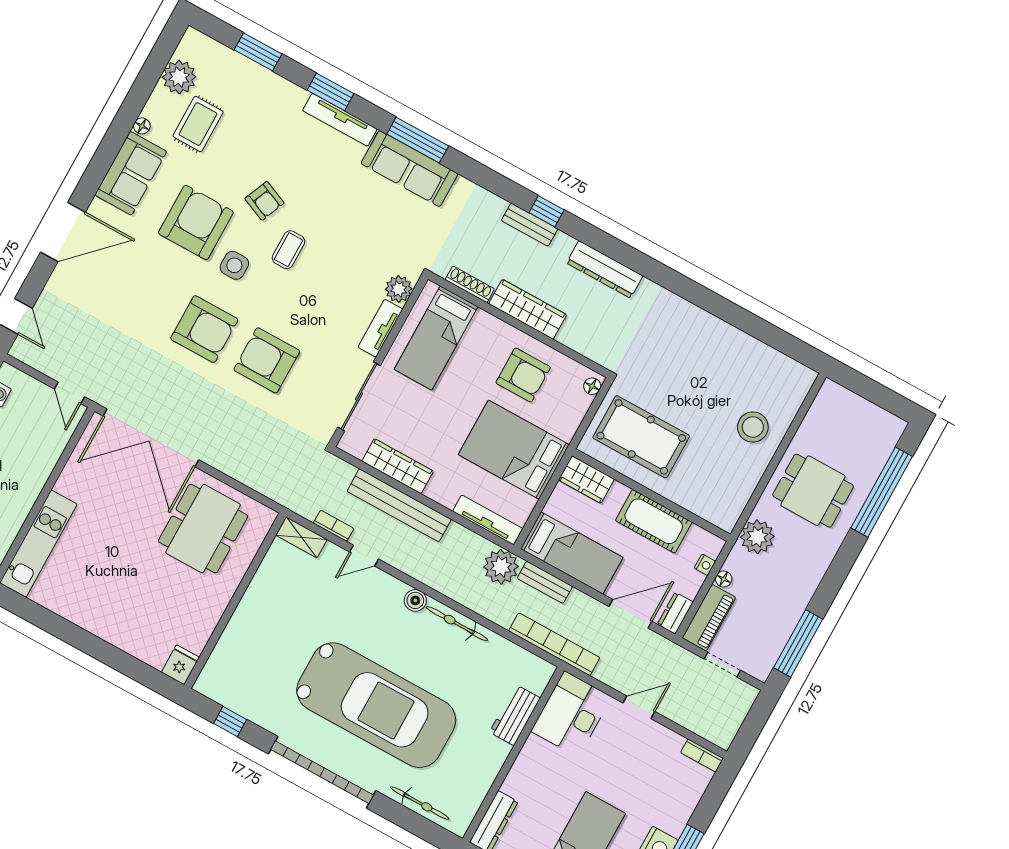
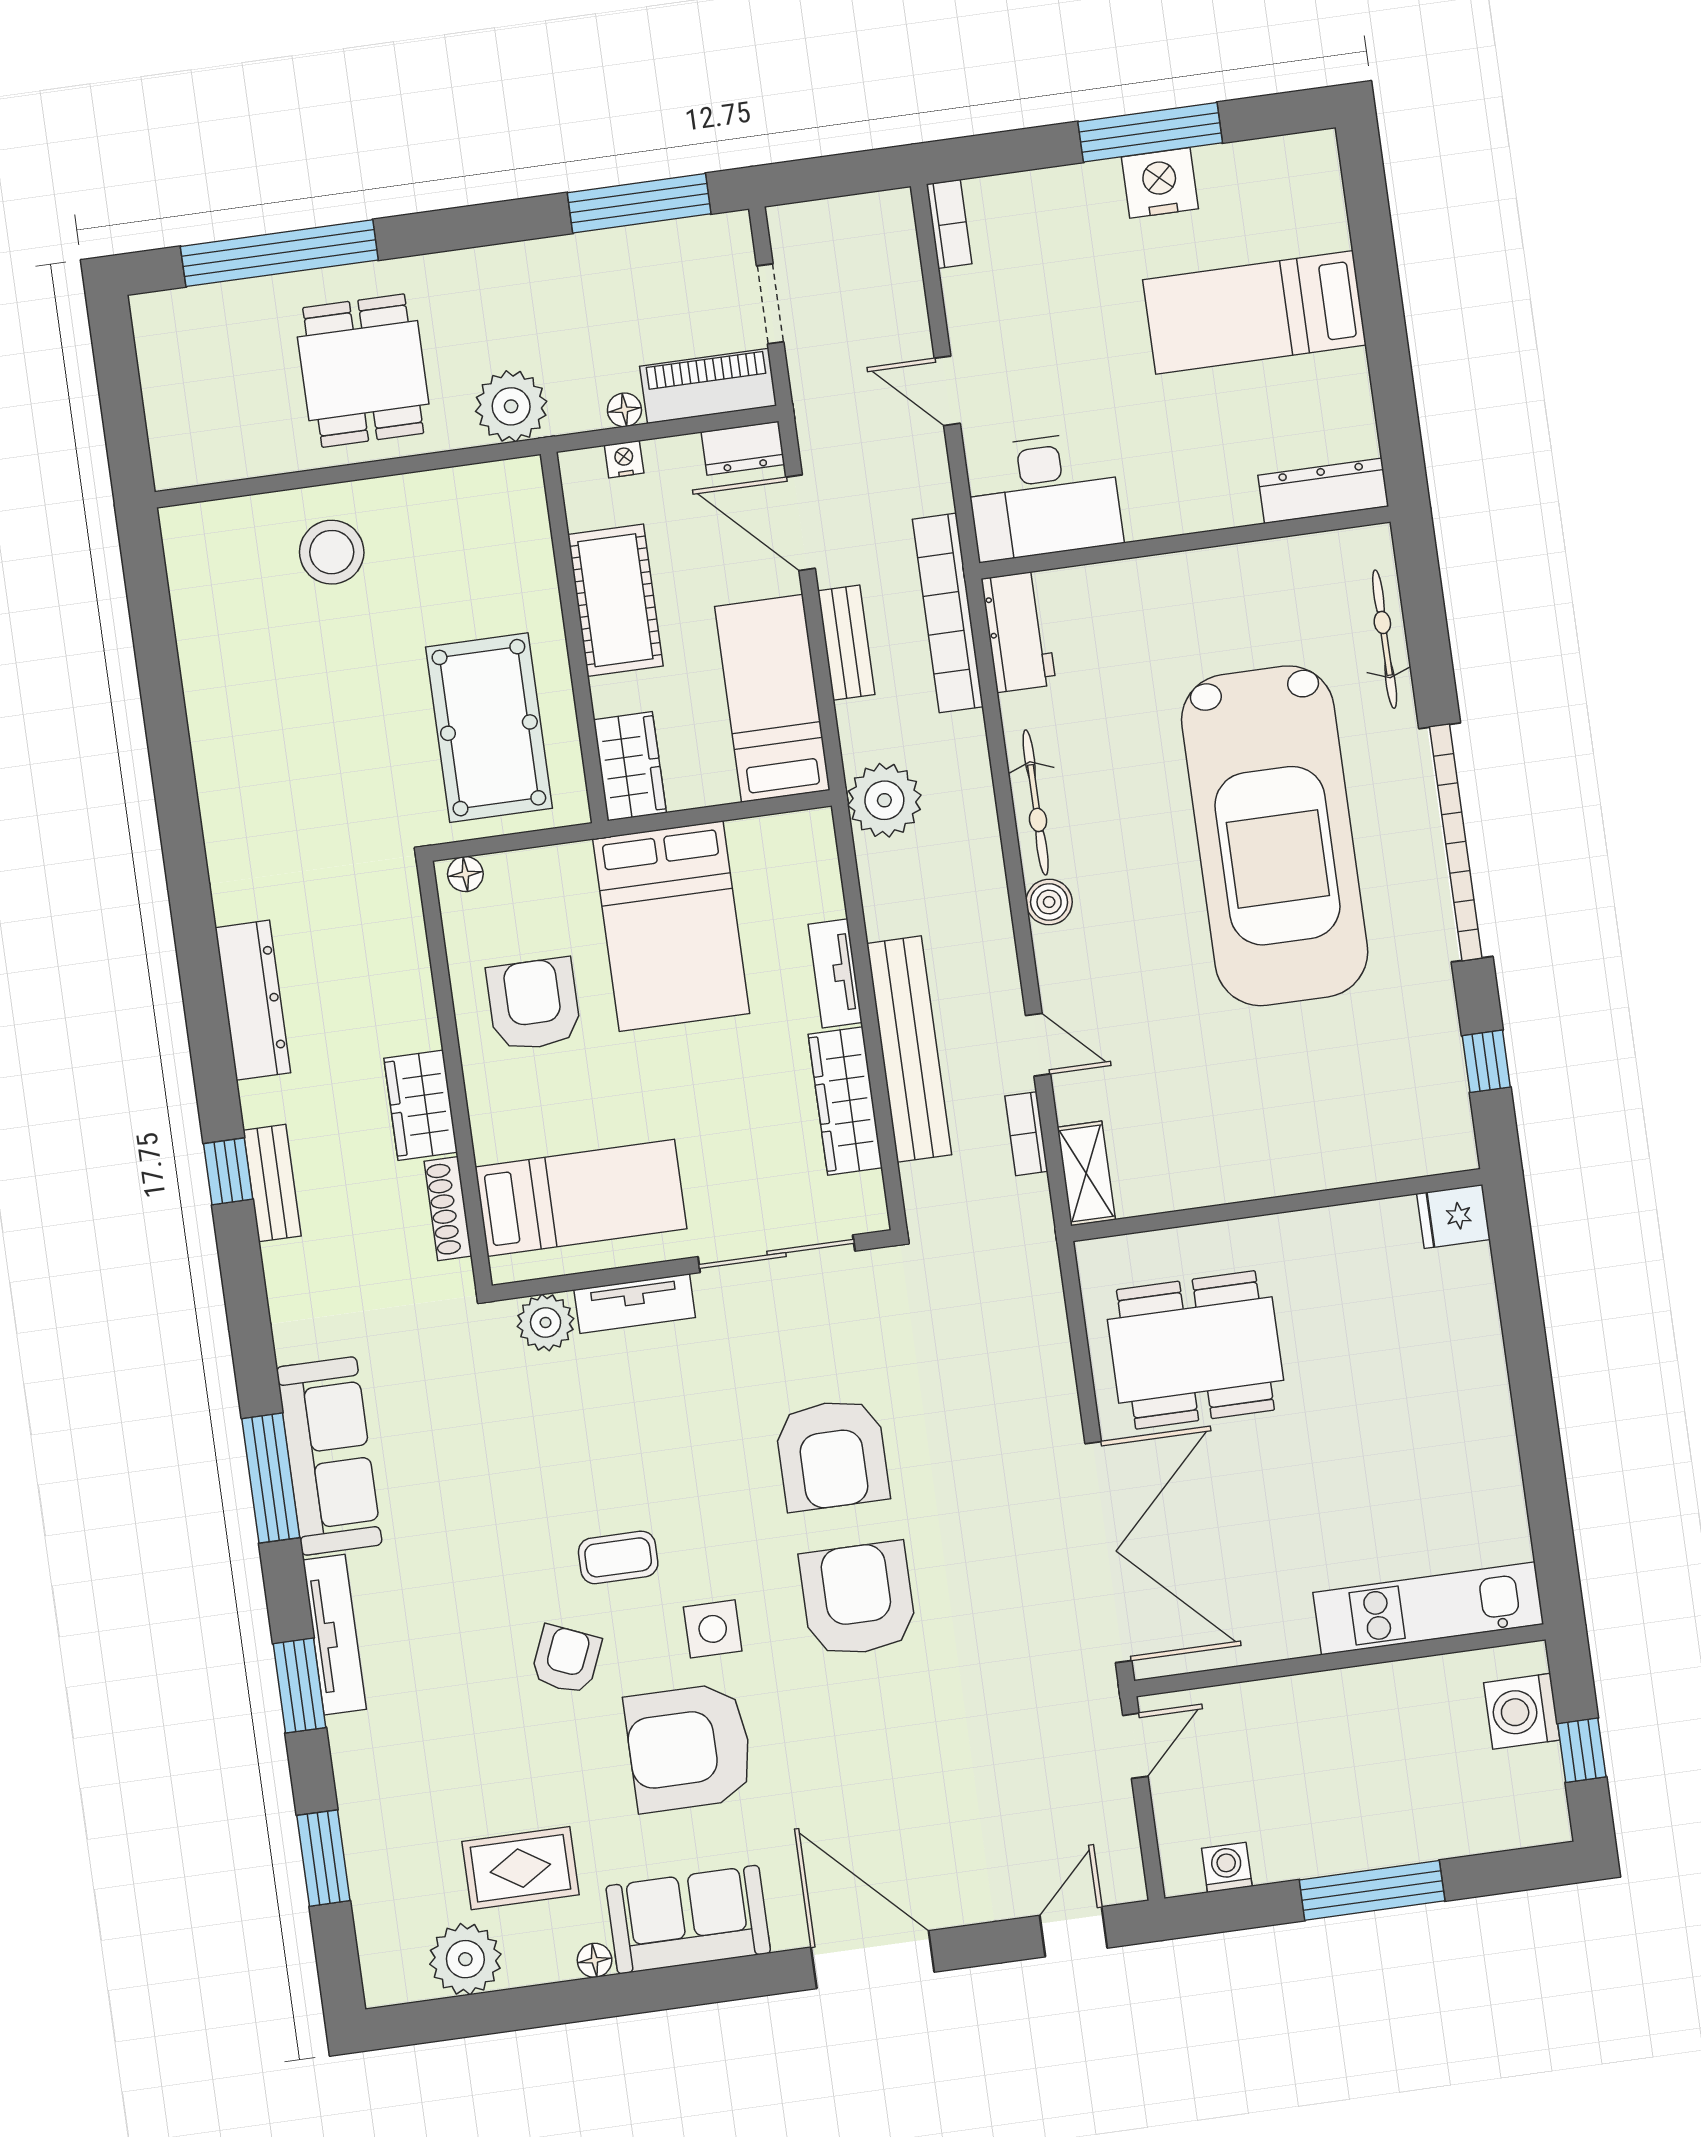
wardrobe: (528, 309) -> (421, 1105), width x0.67
tv unit: (488, 520) -> (835, 973), moved, width x0.71
bench: (545, 582) -> (846, 643), moved
car: (376, 705) -> (1275, 836), turned 180
workbench: (515, 715) -> (1019, 632), moved, turned -90

